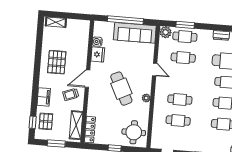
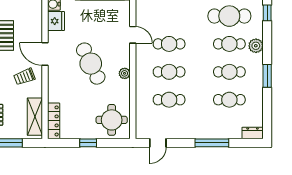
cafe table: (183, 58) -> (169, 44), moved
door: (88, 79) -> (45, 54), hinge flipped

